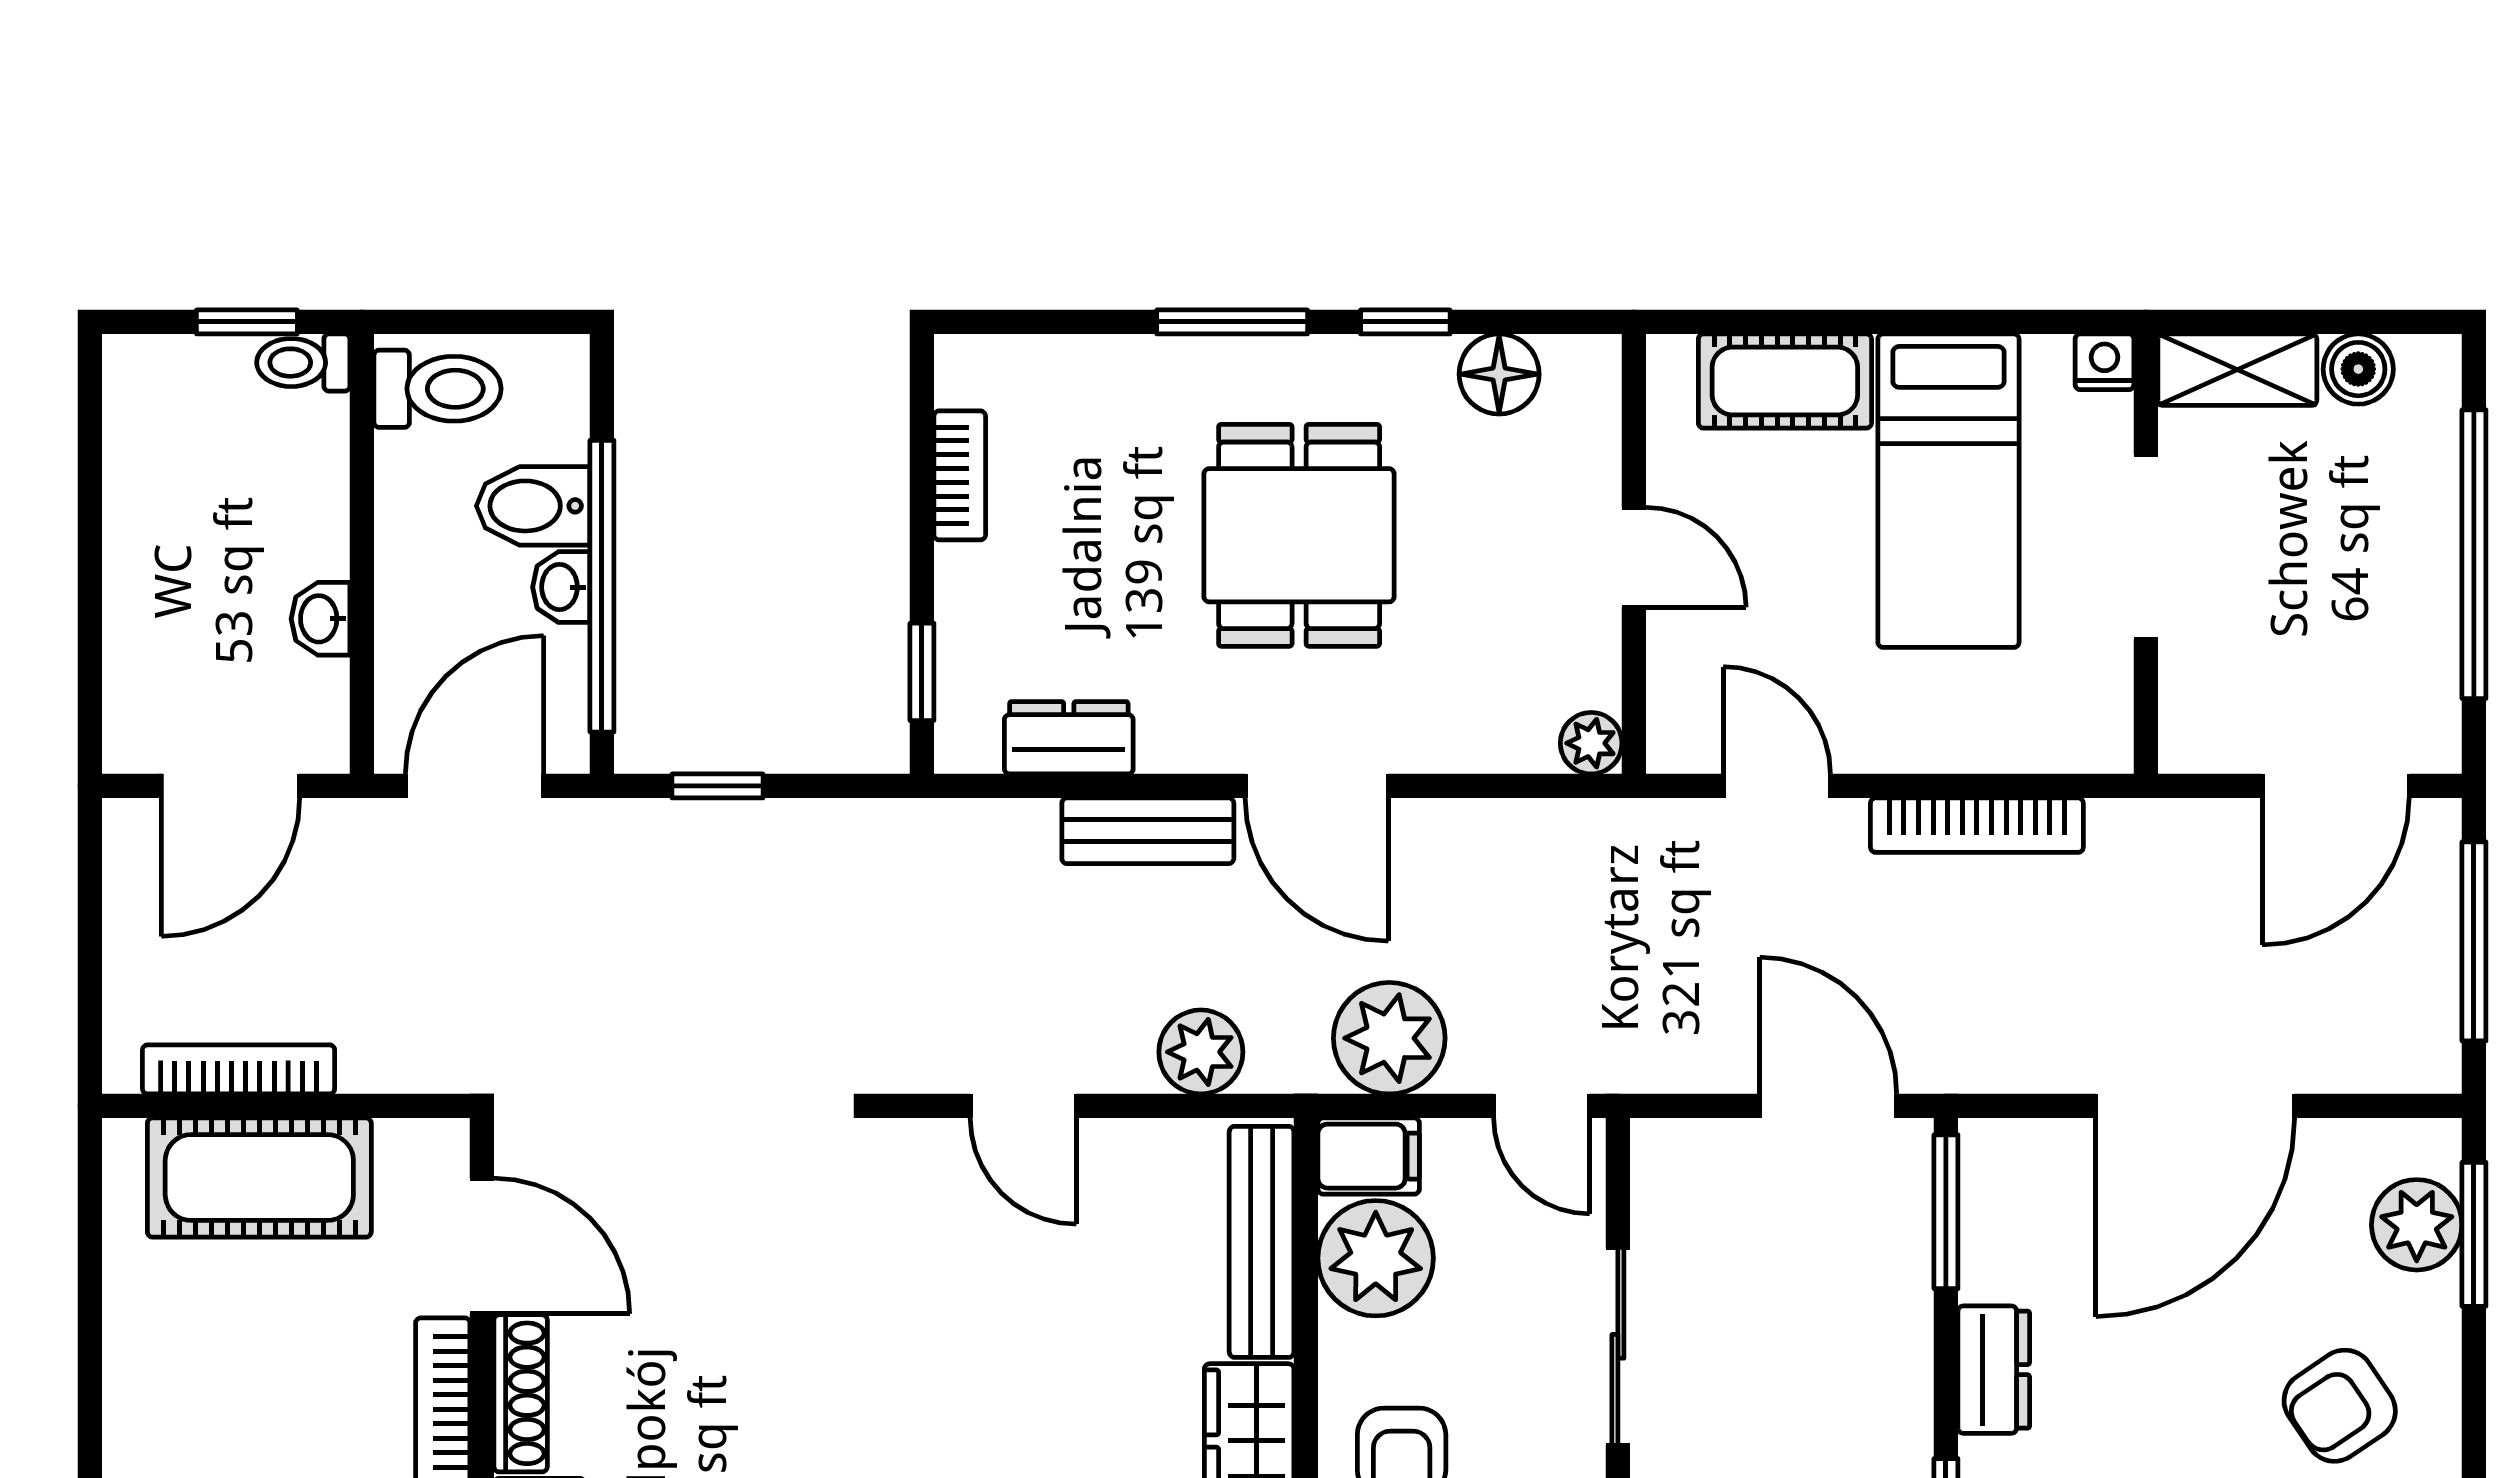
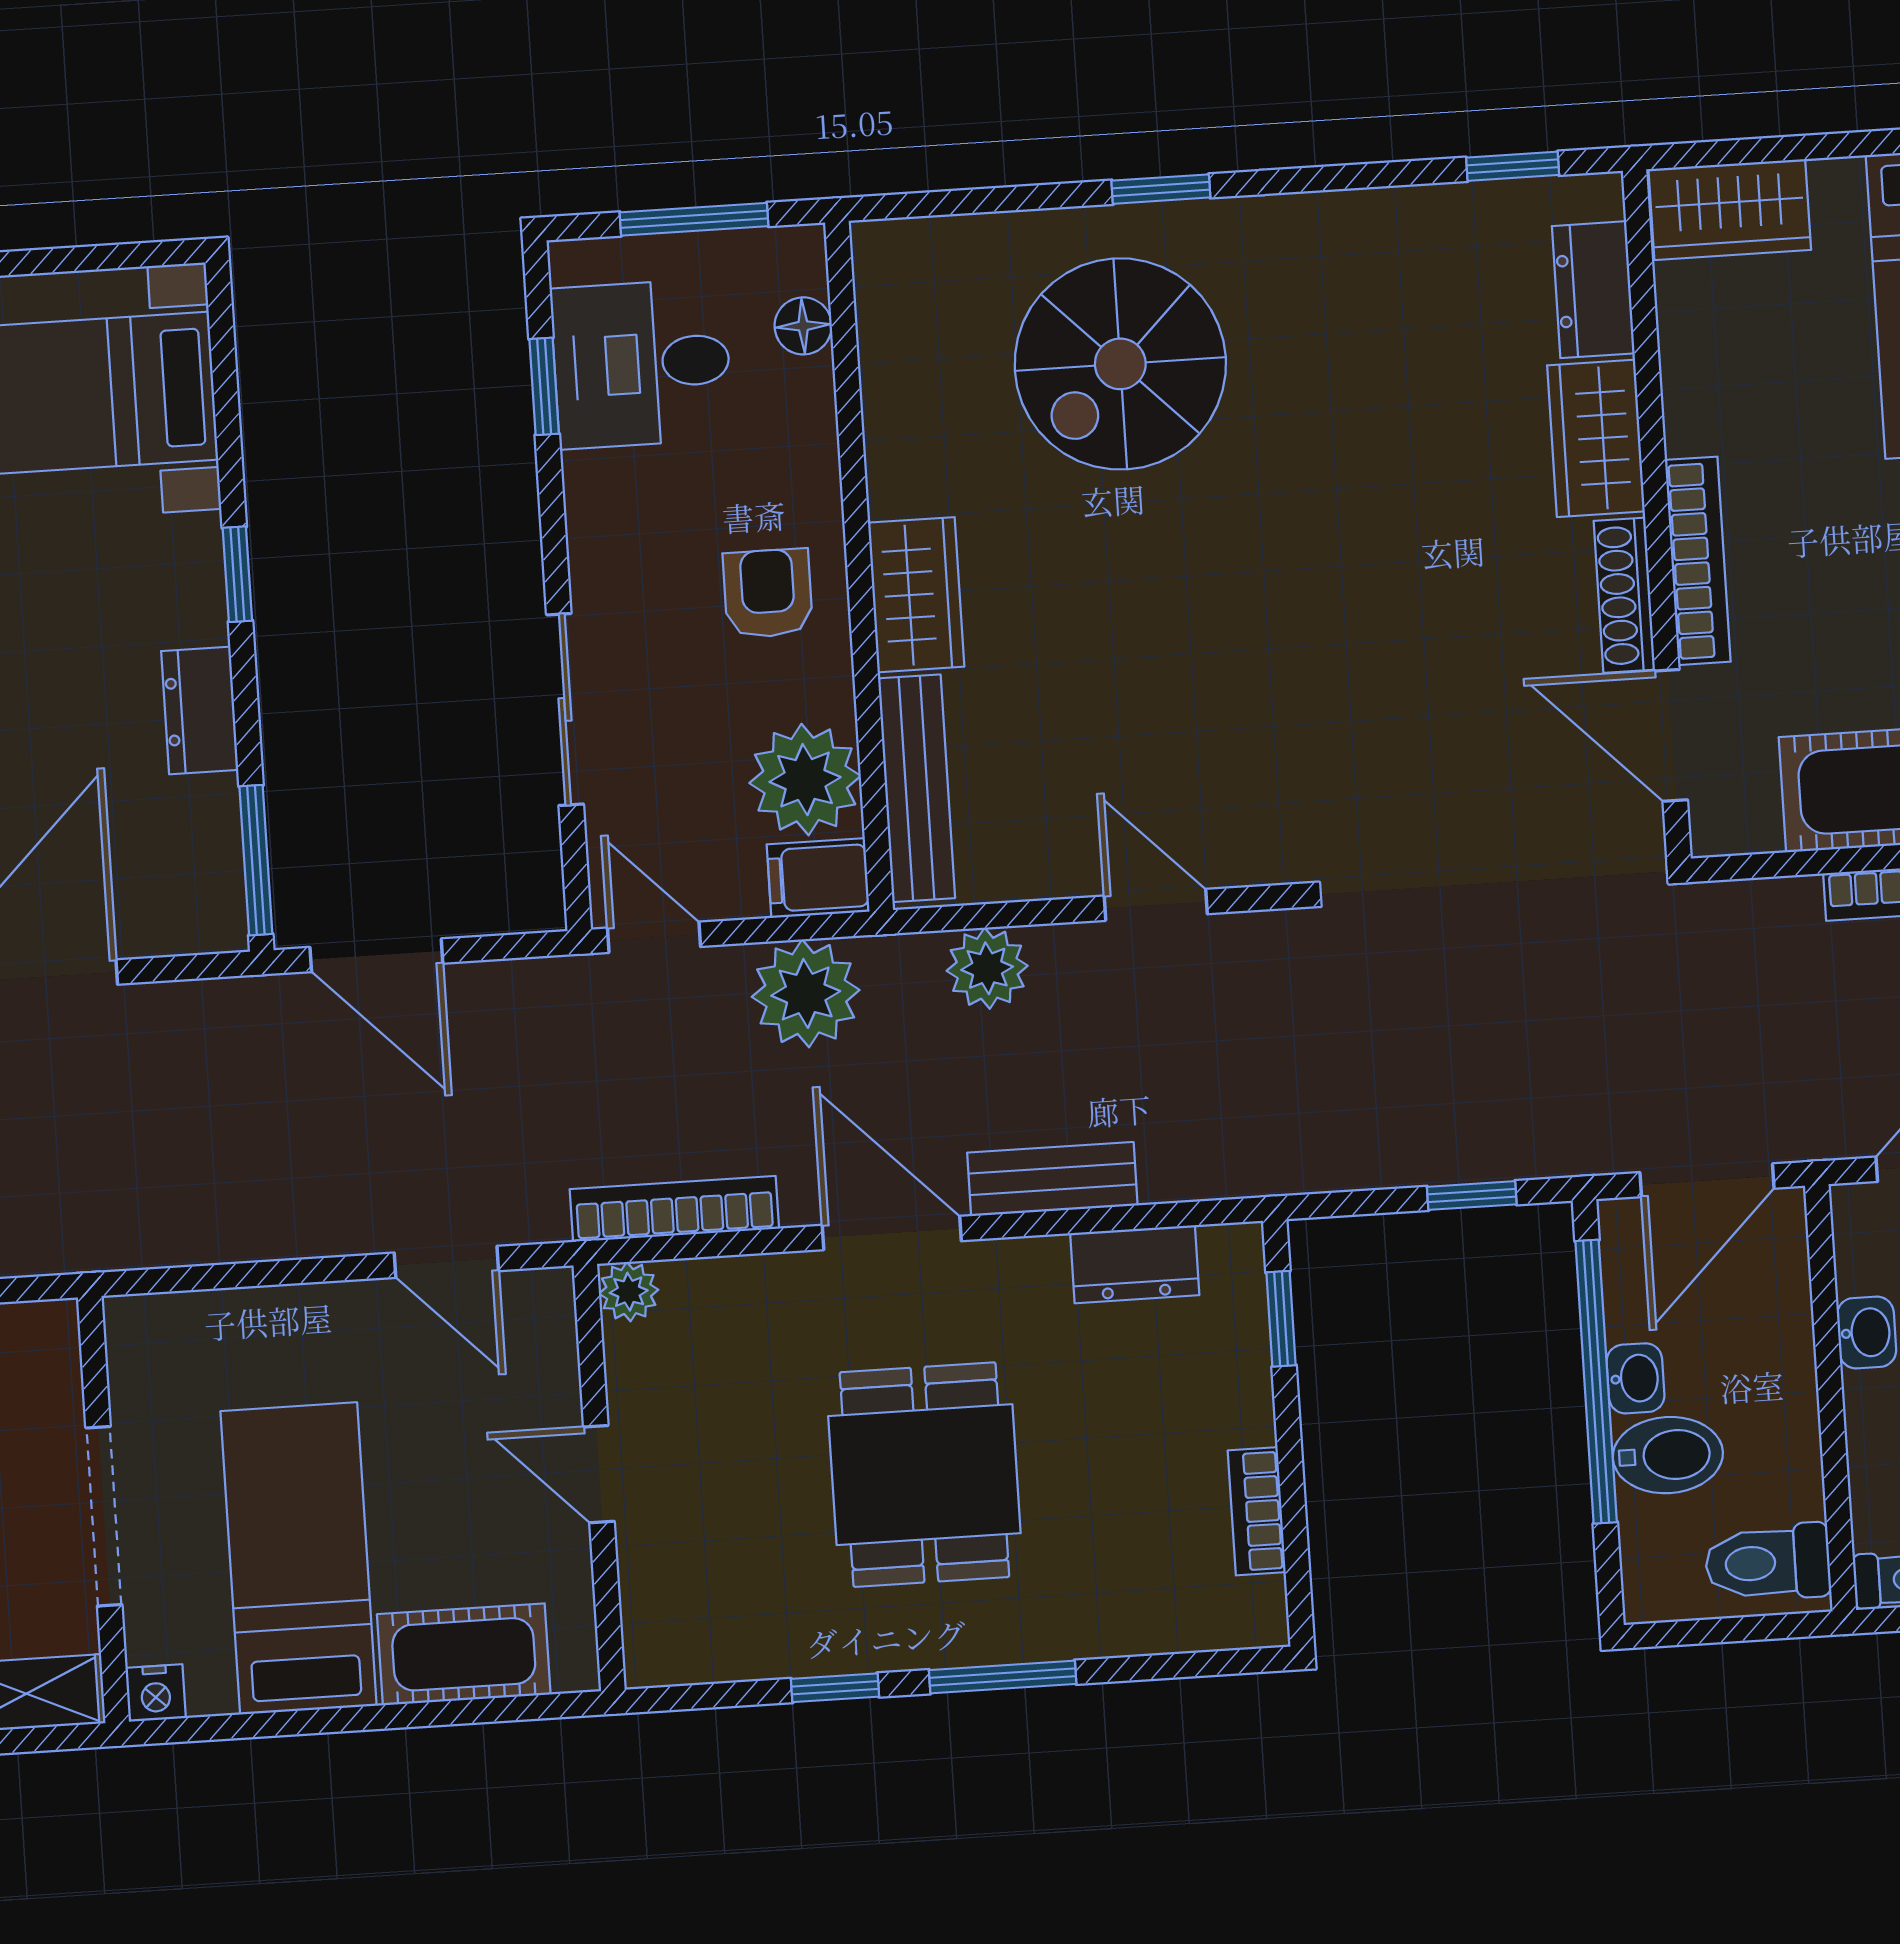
floor lamp: (1499, 374) -> (741, 1643), removed
bookcase: (1977, 825) -> (674, 1209), moved

